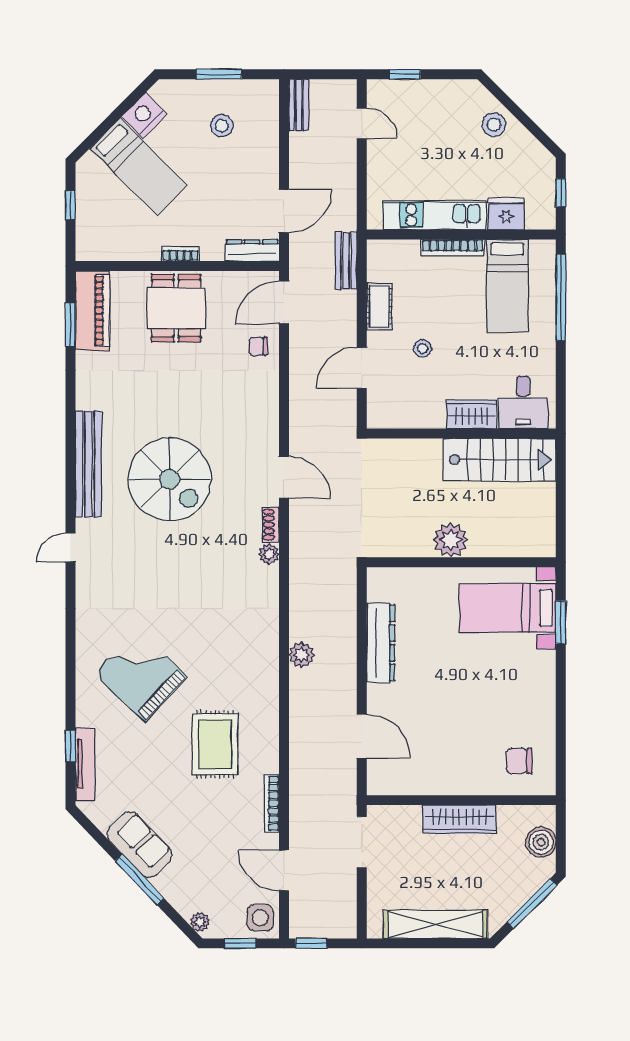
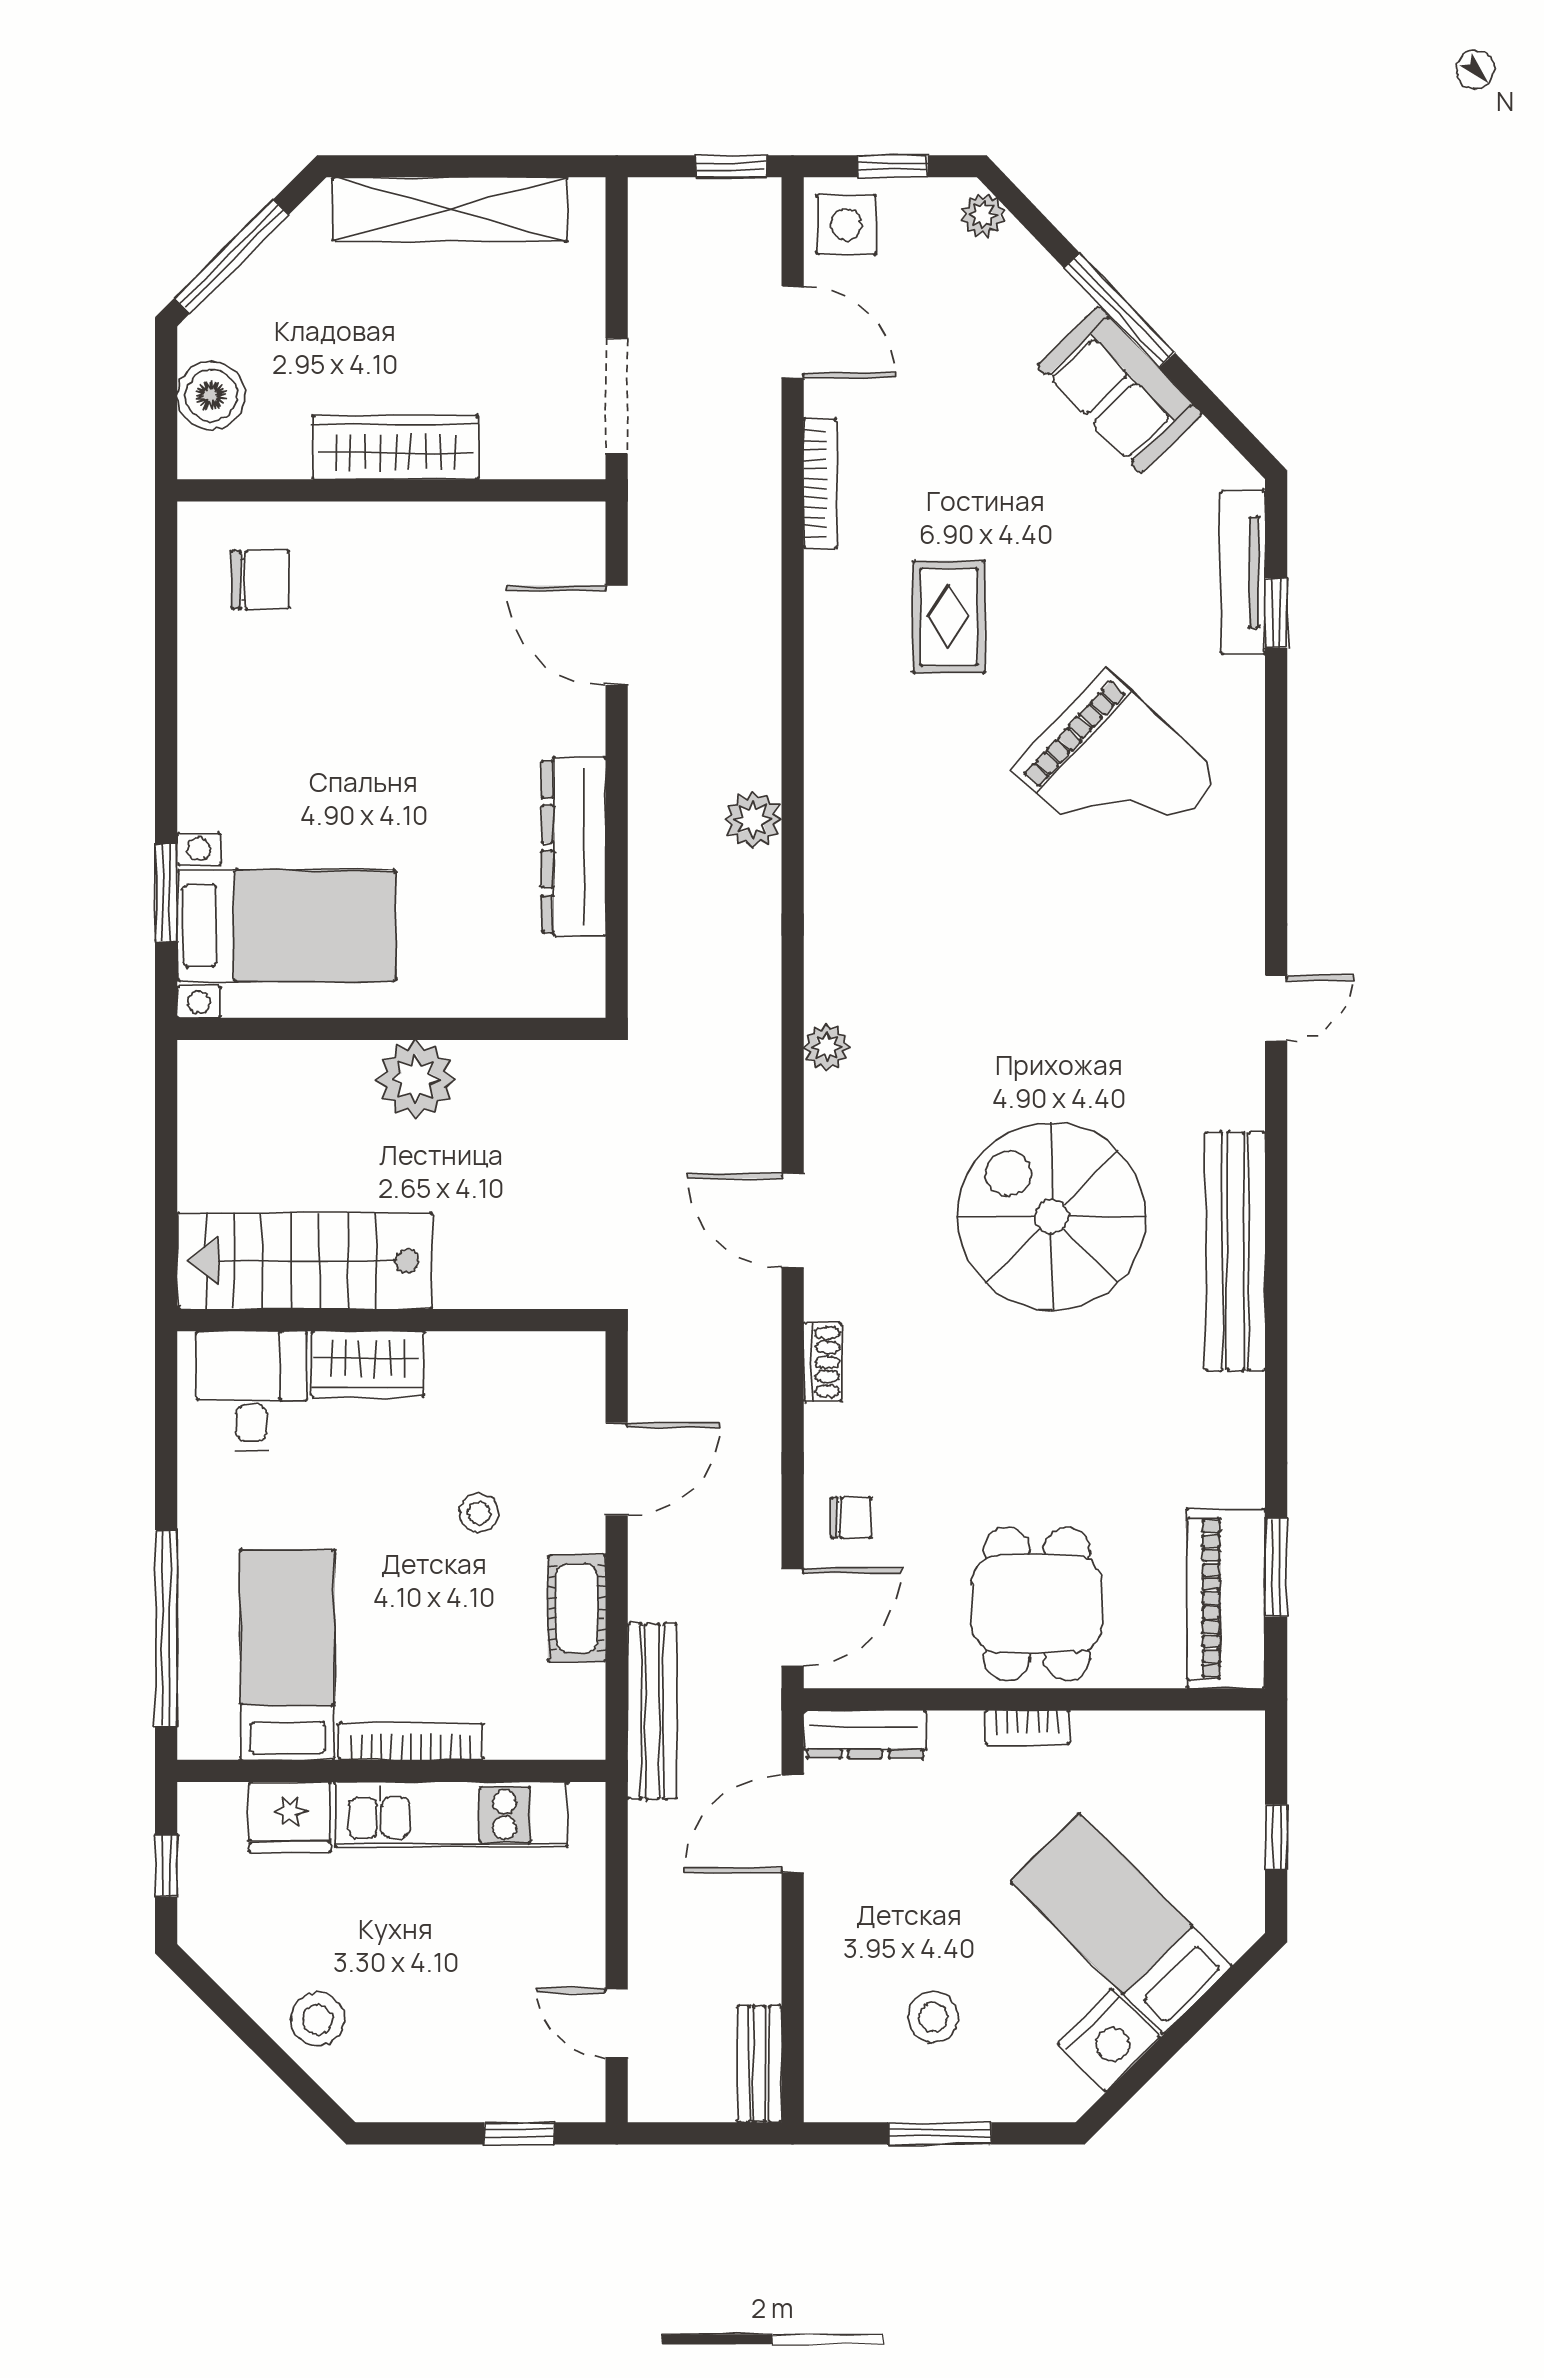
bench: (346, 261) -> (652, 1711), width x1.36
shoe rack: (271, 525) -> (823, 1362), moved
door: (70, 547) -> (1276, 1008), moved
rug: (215, 744) -> (949, 617), width x0.73, depth x0.70

